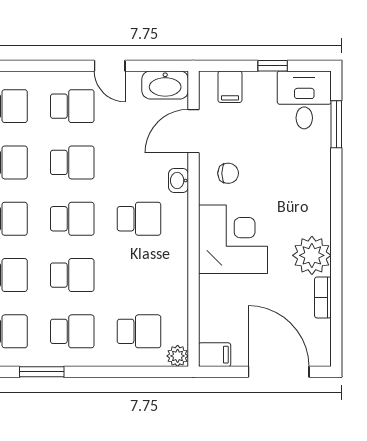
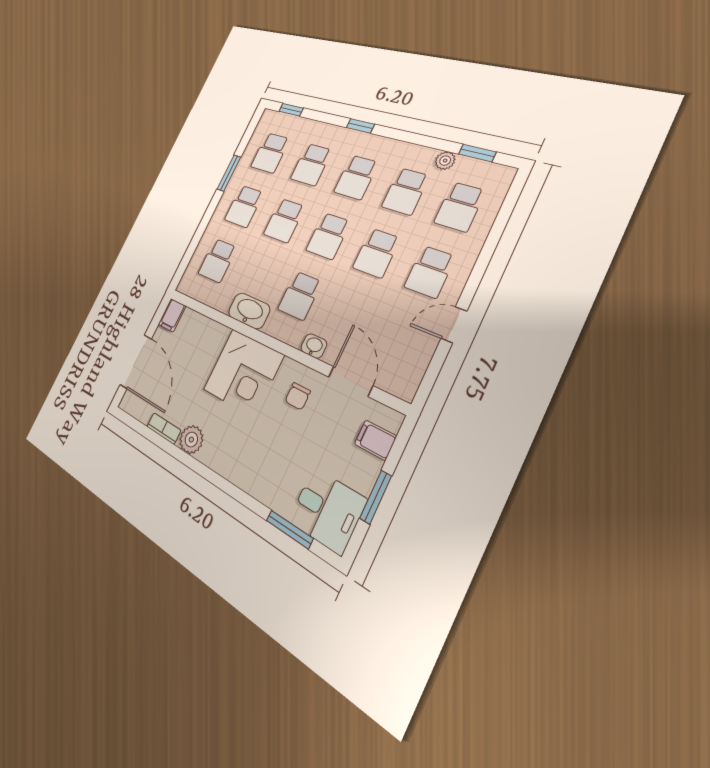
window: (273, 66) -> (376, 497), width x1.50
washbasin: (165, 85) -> (249, 311), moved, turned 90
plant: (312, 255) -> (191, 440), width x0.73, depth x0.73
plant: (178, 356) -> (186, 285), removed
door: (279, 372) -> (136, 362), hinge flipped

